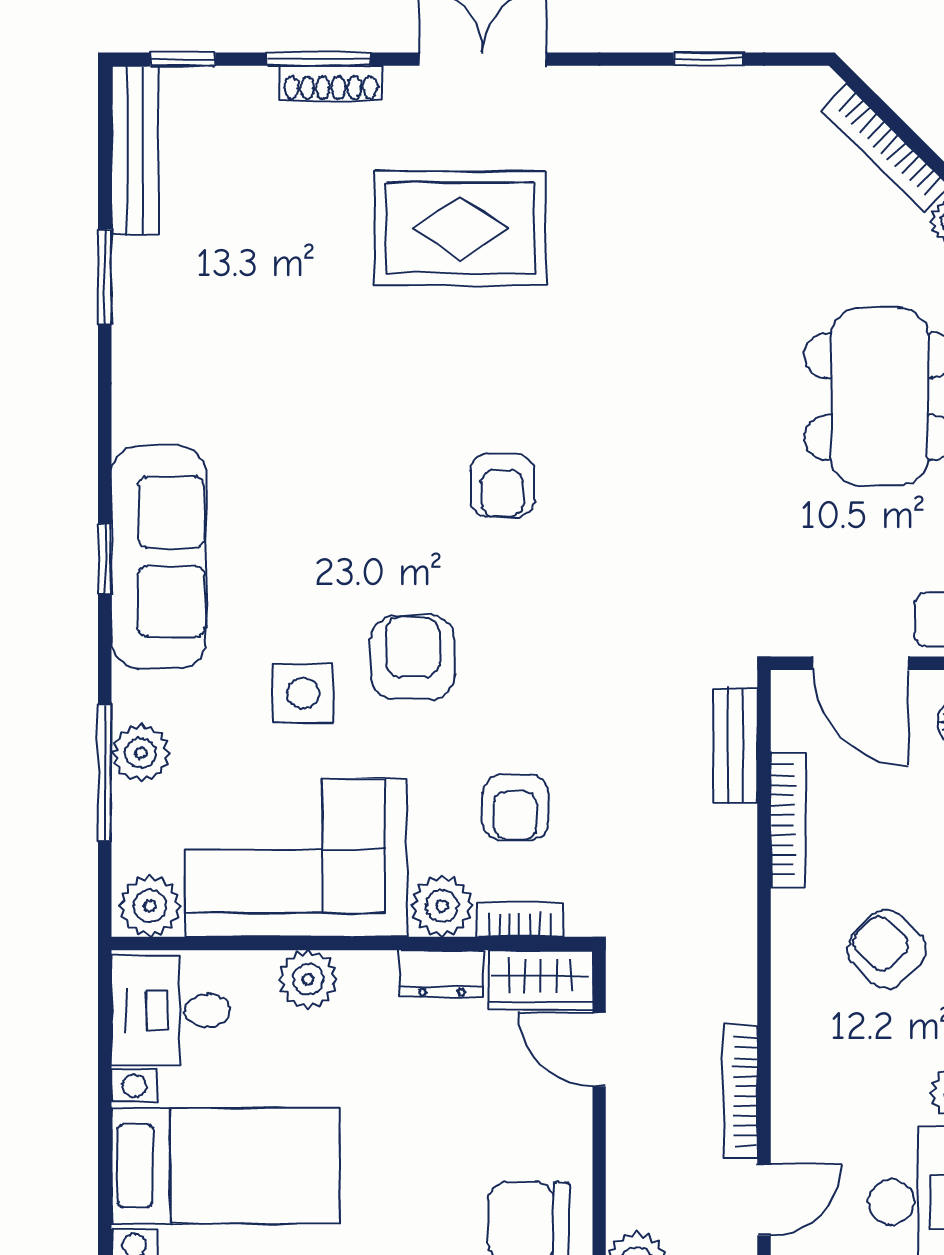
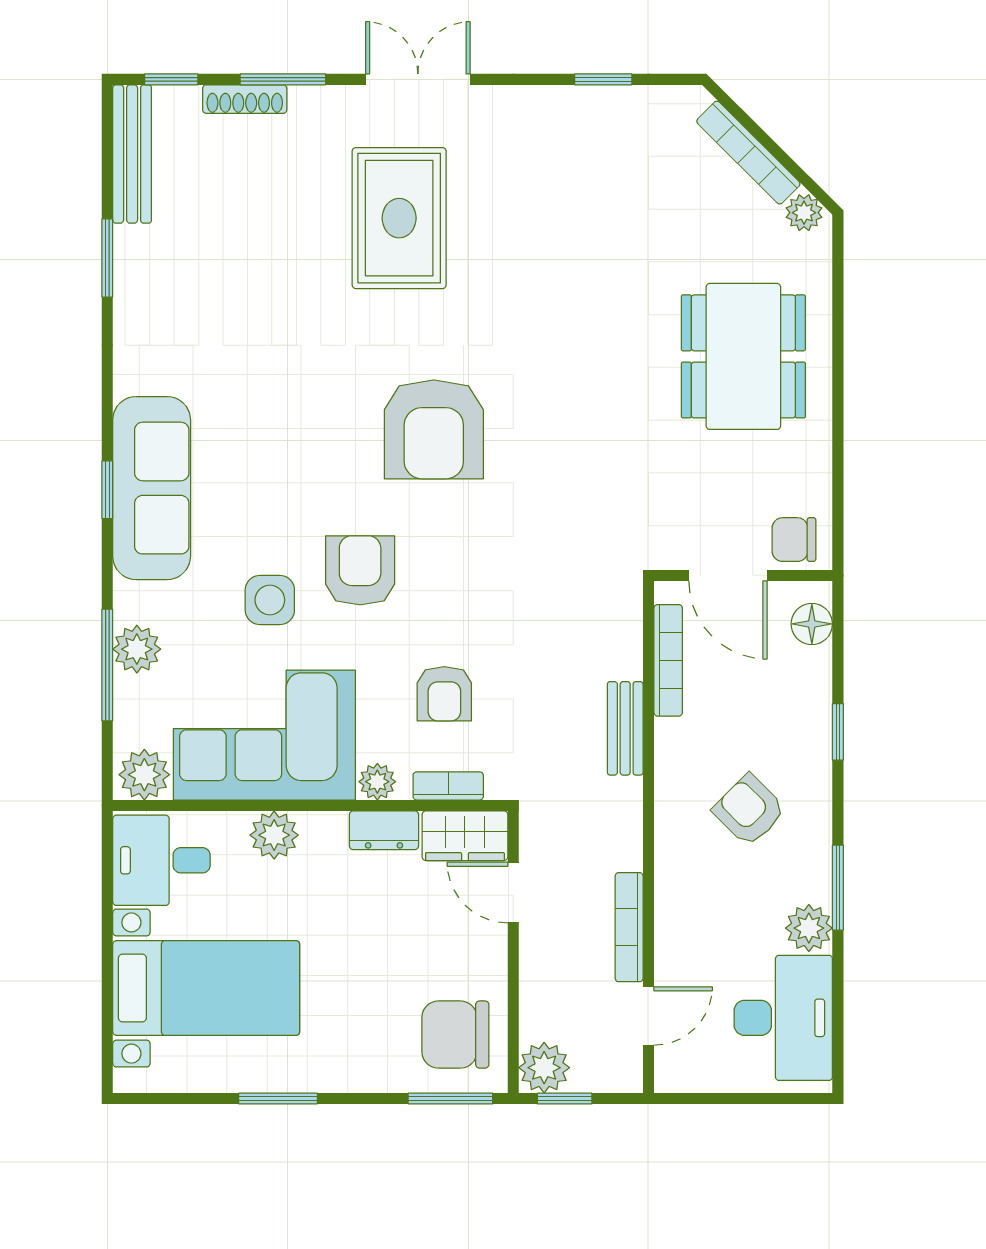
shoe rack: (331, 83) -> (245, 99), moved
rug: (460, 228) -> (399, 218), turned 90
armchair: (502, 485) -> (434, 429), width x1.88, depth x1.88
bench: (736, 745) -> (625, 728), moved
bookcase: (788, 820) -> (668, 660), moved
plant: (442, 906) -> (377, 782), width x0.73, depth x0.73

